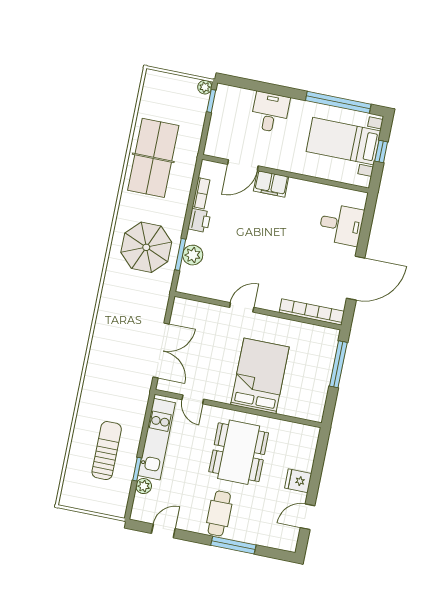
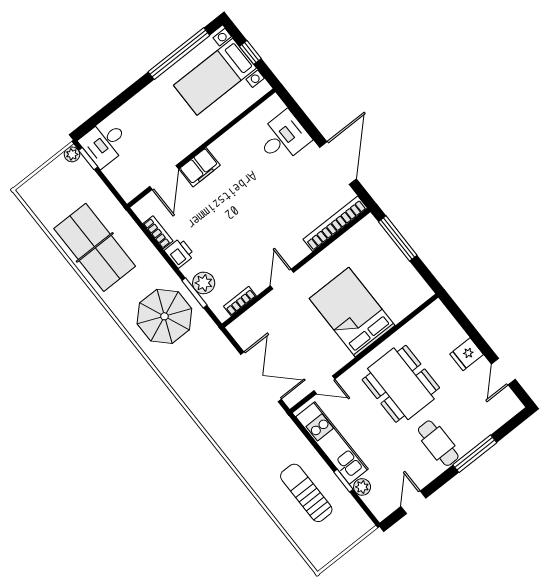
desk: (270, 112) -> (105, 143), moved, turned -90
bookcase: (201, 291) -> (240, 301), added

